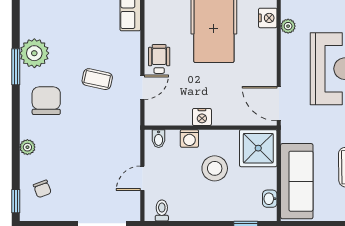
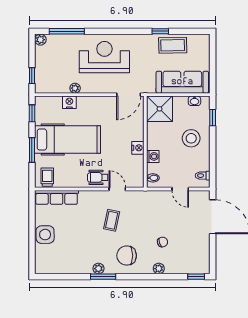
plant: (34, 53) -> (98, 269), width x0.53, depth x0.53
stool: (215, 168) -> (191, 138), moved
chair: (42, 189) -> (162, 242), moved

